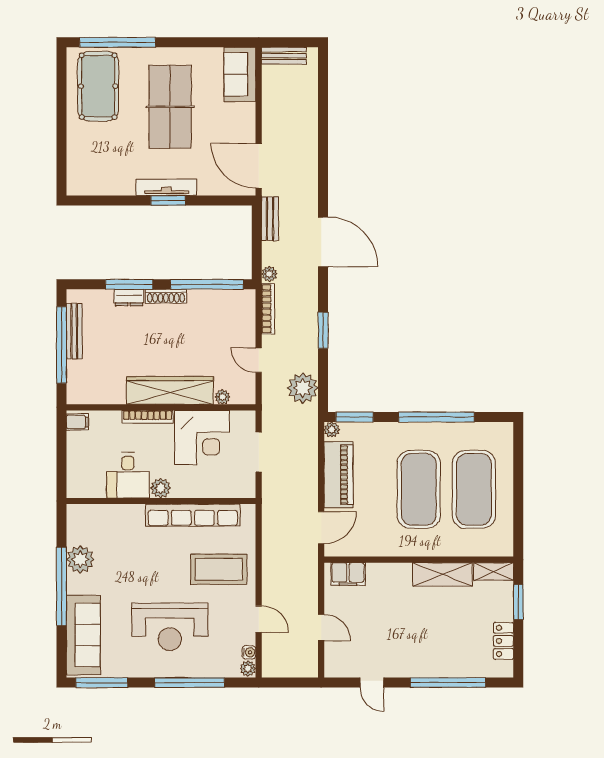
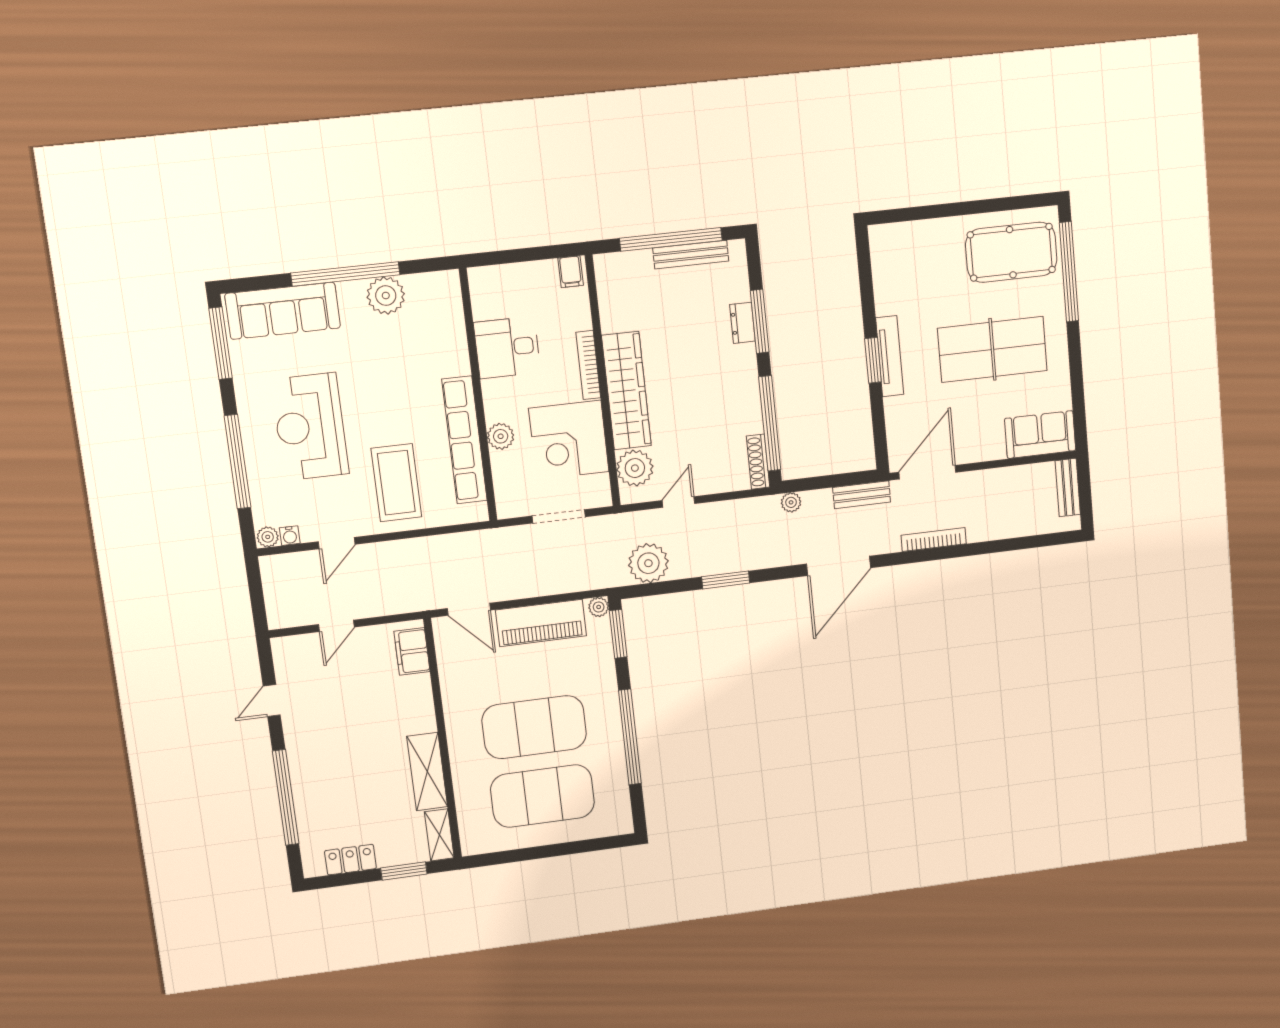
shoe rack: (166, 296) -> (758, 462), moved
bookcase: (268, 309) -> (934, 540), moved, turned 180
plant: (222, 397) -> (635, 468), width x1.87, depth x1.87
plant: (161, 488) -> (501, 436), moved

